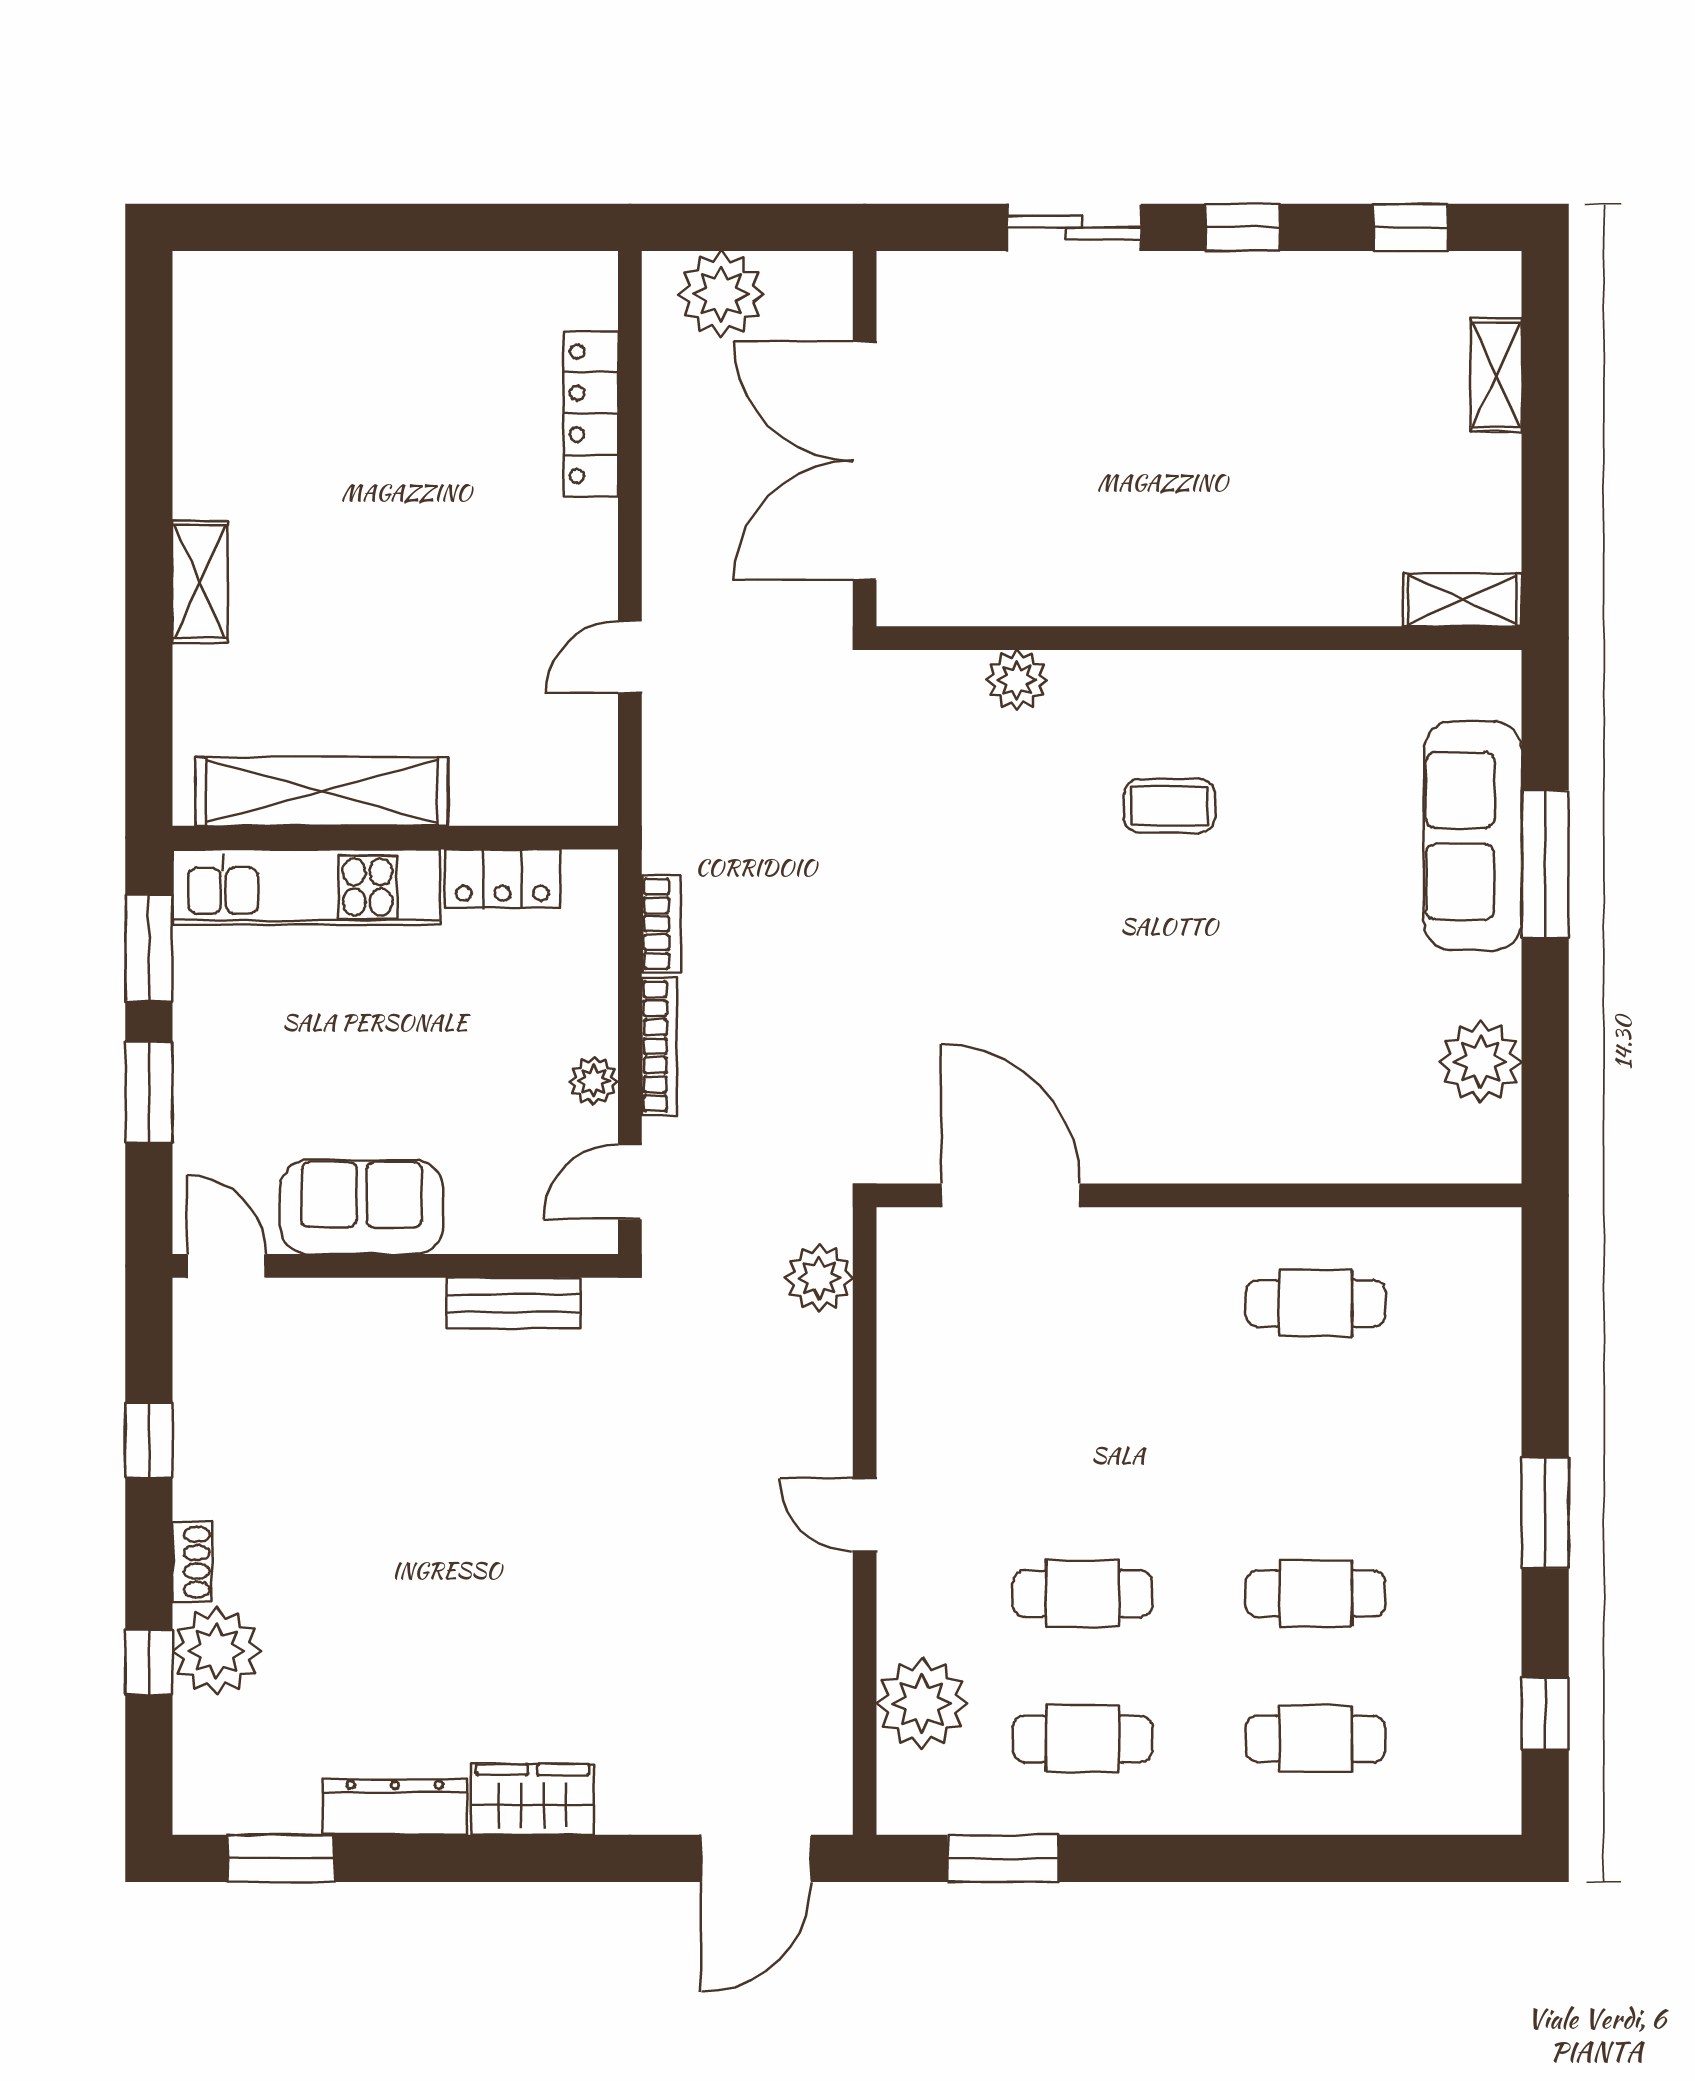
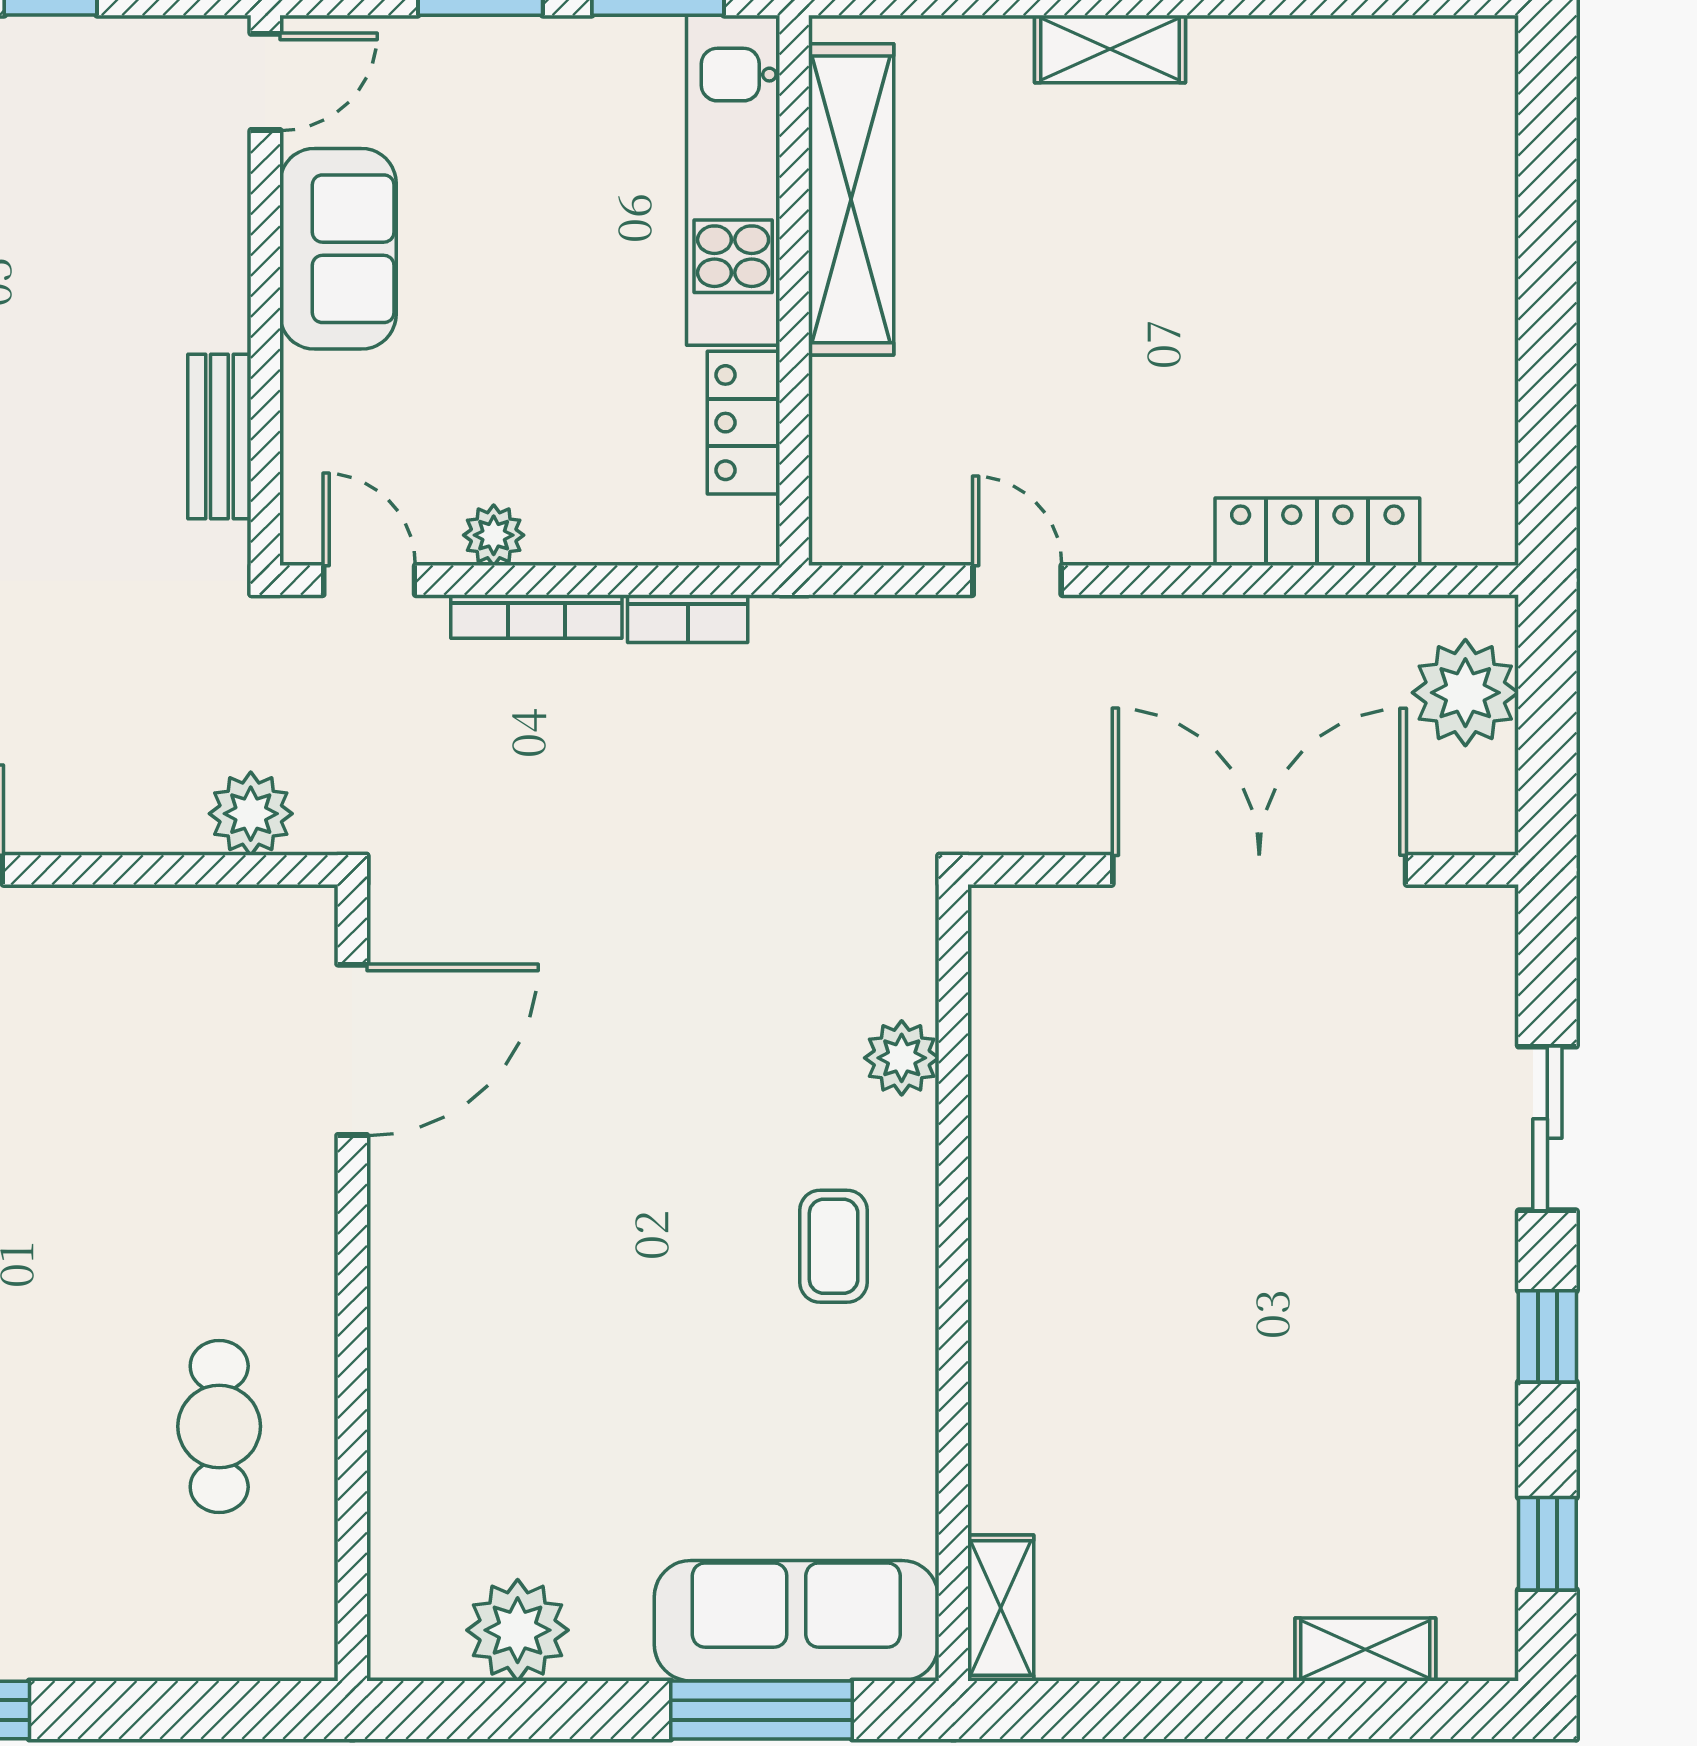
shelving: (1463, 600) -> (1001, 1608), moved
wall: (1199, 638) -> (953, 1283), moved
plant: (1017, 680) -> (902, 1058), moved

